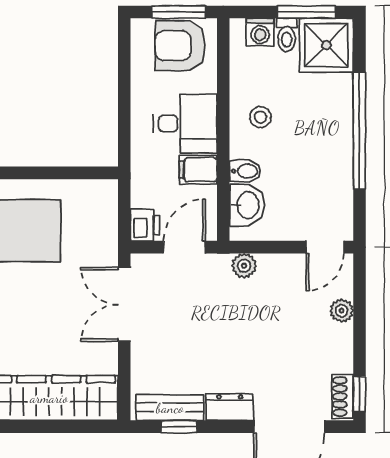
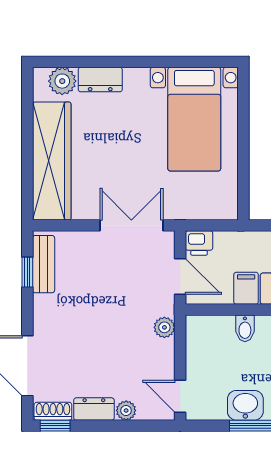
washbasin: (247, 205) -> (245, 405), moved, turned 180
dresser: (230, 407) -> (94, 409), moved, turned -90

